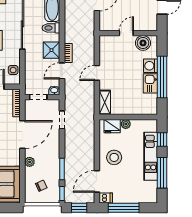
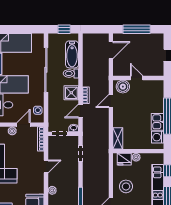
door: (126, 33) -> (137, 78), hinge flipped
boiler: (143, 43) -> (123, 87), moved
washing machine: (150, 66) -> (158, 137), moved
door: (97, 73) -> (111, 101), moved
door: (22, 135) -> (46, 166), width x0.53

